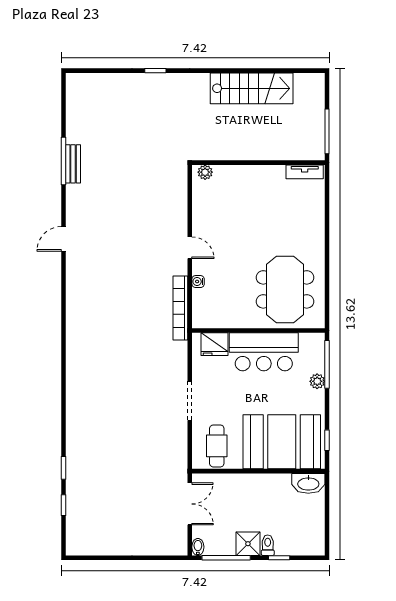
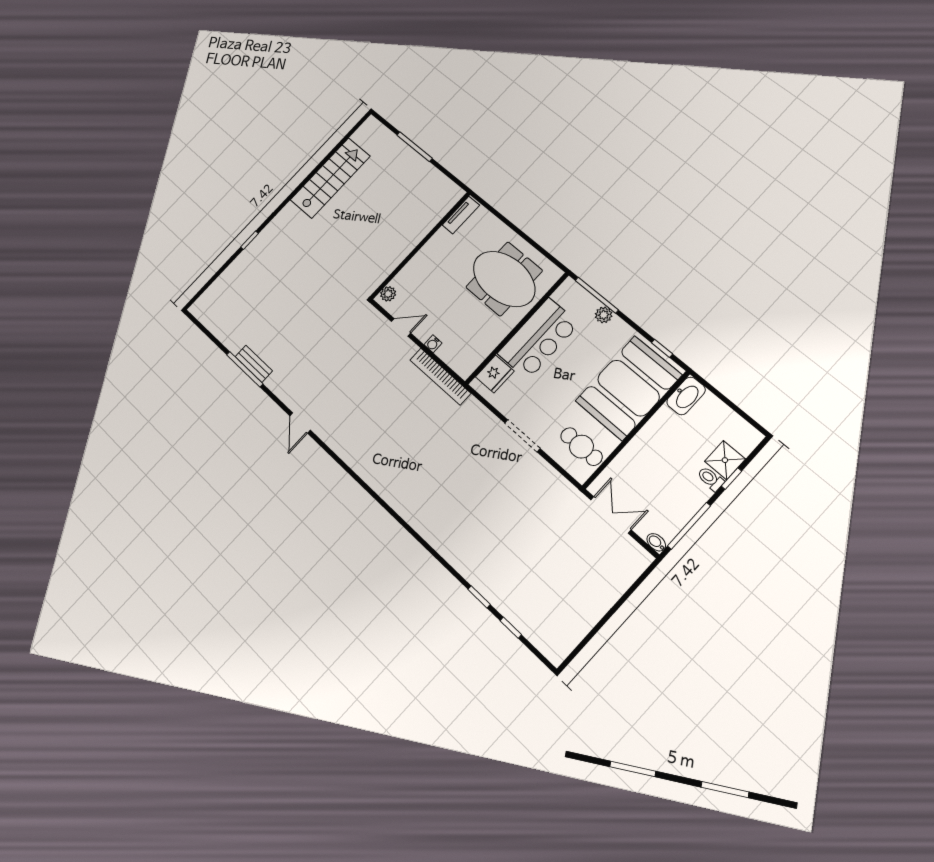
wall: (258, 163) -> (420, 246), moved
plant: (205, 172) -> (388, 294), moved
tv unit: (305, 172) -> (461, 215), moved
shower: (248, 544) -> (725, 460), moved

